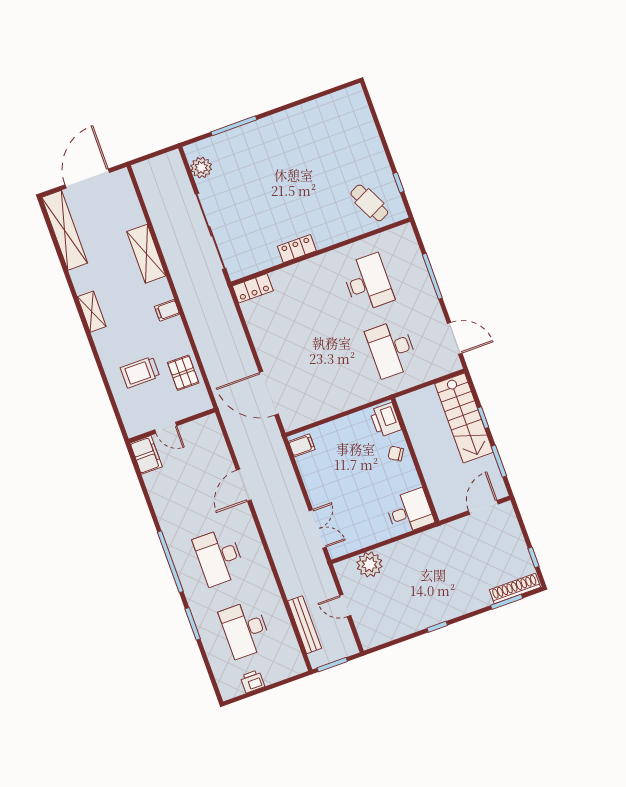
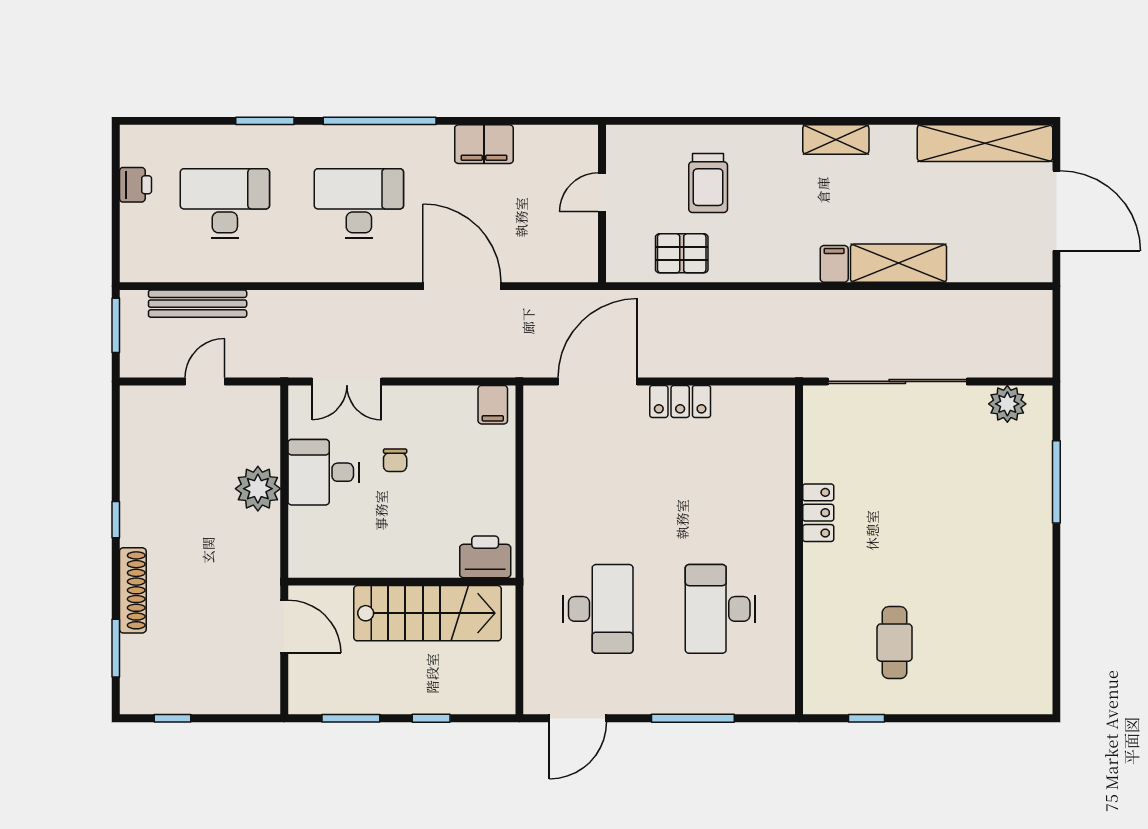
cafe table: (369, 203) -> (895, 643), moved, turned -64
desk: (368, 283) -> (720, 609), turned 90
locker: (253, 288) -> (680, 401), moved, turned -90
filing cabinet: (167, 310) -> (834, 264), moved
desk: (392, 349) -> (598, 609), turned 90
trolley: (140, 372) -> (708, 183), turned 180
stairs: (464, 418) -> (427, 613), moved, turned 180
chair: (396, 453) -> (395, 460), moved, turned 148
filing cabinet: (146, 455) -> (484, 144), moved
door: (244, 485) -> (462, 286), width x1.36
door: (483, 507) -> (284, 626), moved
desk: (410, 512) -> (323, 472), moved, turned 90
plant: (369, 564) -> (258, 489), moved
shoe rack: (515, 588) -> (133, 590), moved

